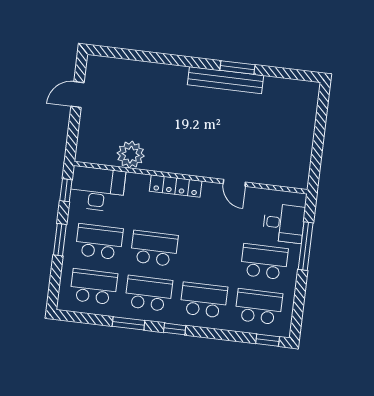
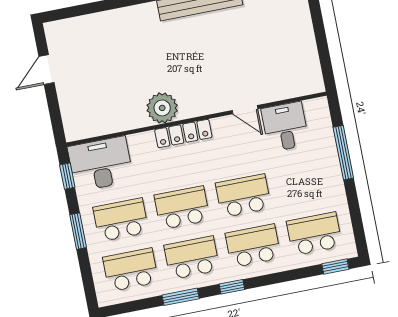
plant: (131, 155) -> (162, 108), moved
desk: (284, 223) -> (285, 127), moved, turned -90
school desk: (264, 262) -> (243, 196), moved

